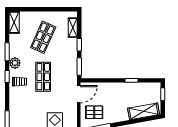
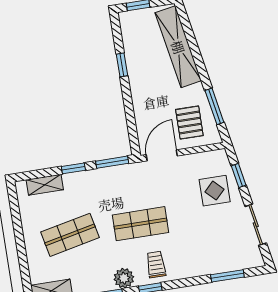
shop shelf: (43, 37) -> (70, 235), turned -36
door: (79, 94) -> (162, 155), hinge flipped
shelving: (144, 111) -> (178, 47), width x1.47

